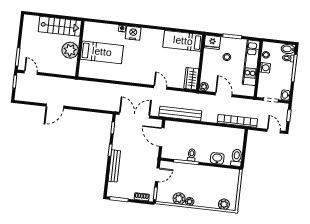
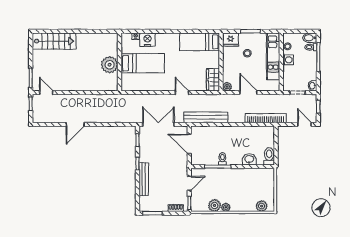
stairs: (60, 26) -> (54, 41), moved
wall: (80, 49) -> (120, 62), moved
plant: (70, 50) -> (110, 65), moved
bed: (102, 52) -> (143, 63), moved

